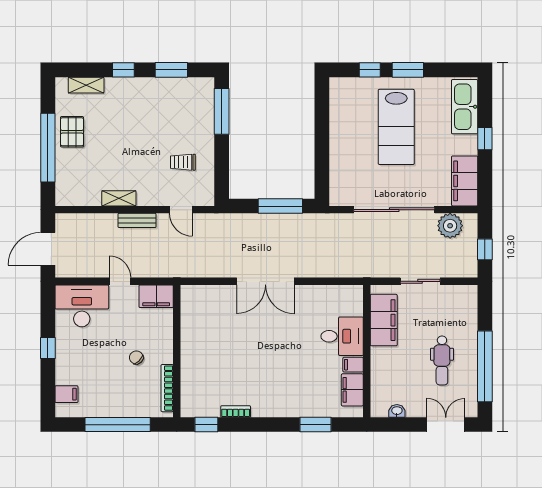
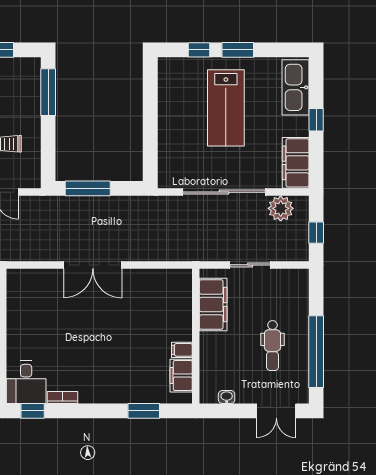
window: (280, 206) -> (88, 188), moved
desk: (342, 336) -> (26, 382), moved, turned 90
double door: (446, 425) -> (276, 411), swing flipped

